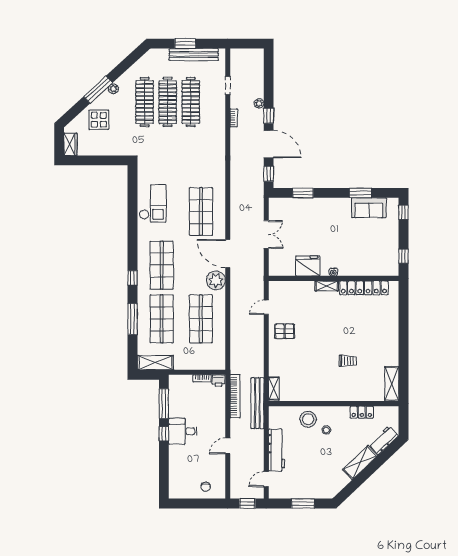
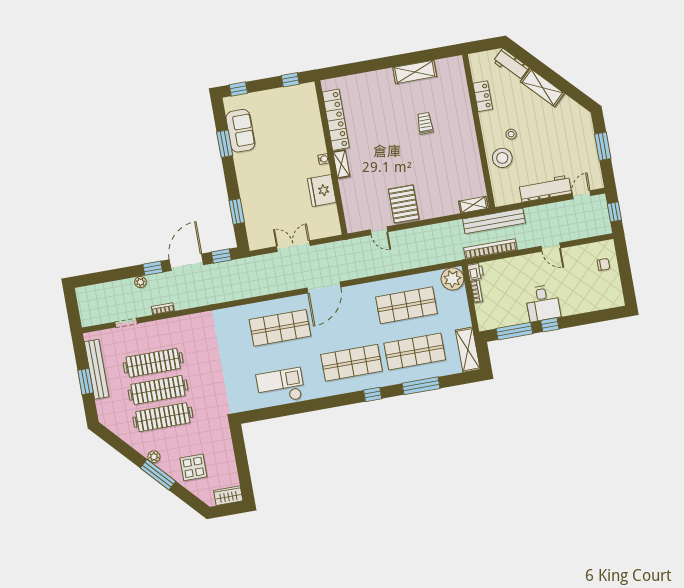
plant: (216, 280) -> (452, 279), moved
pallet: (285, 331) -> (404, 204), width x1.50, depth x1.42
shelving: (392, 384) -> (415, 72), moved
door: (266, 479) -> (582, 195), swing flipped

